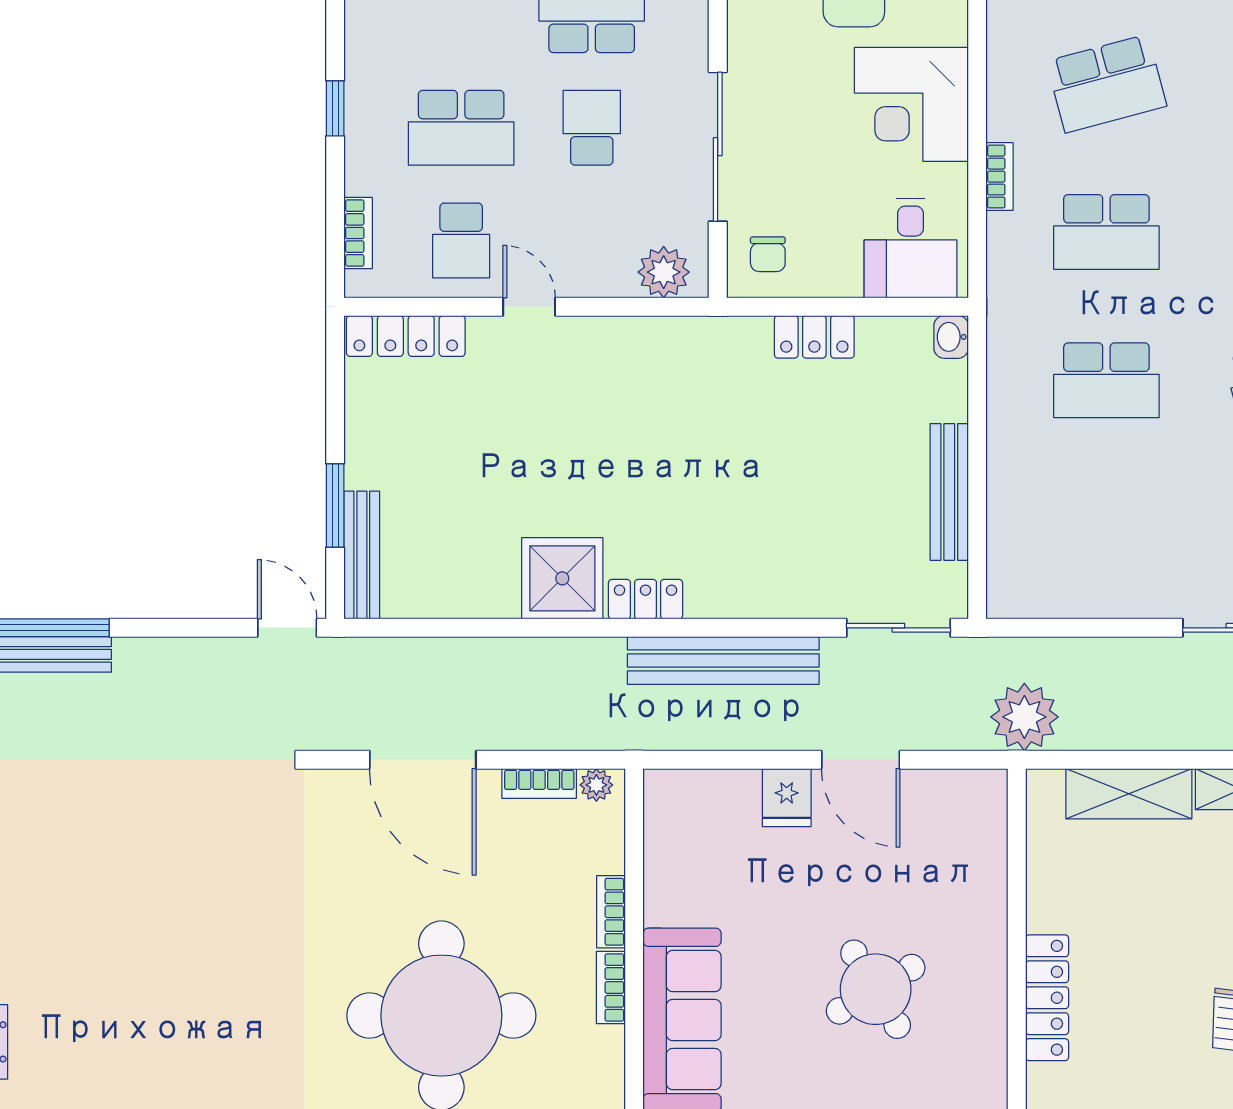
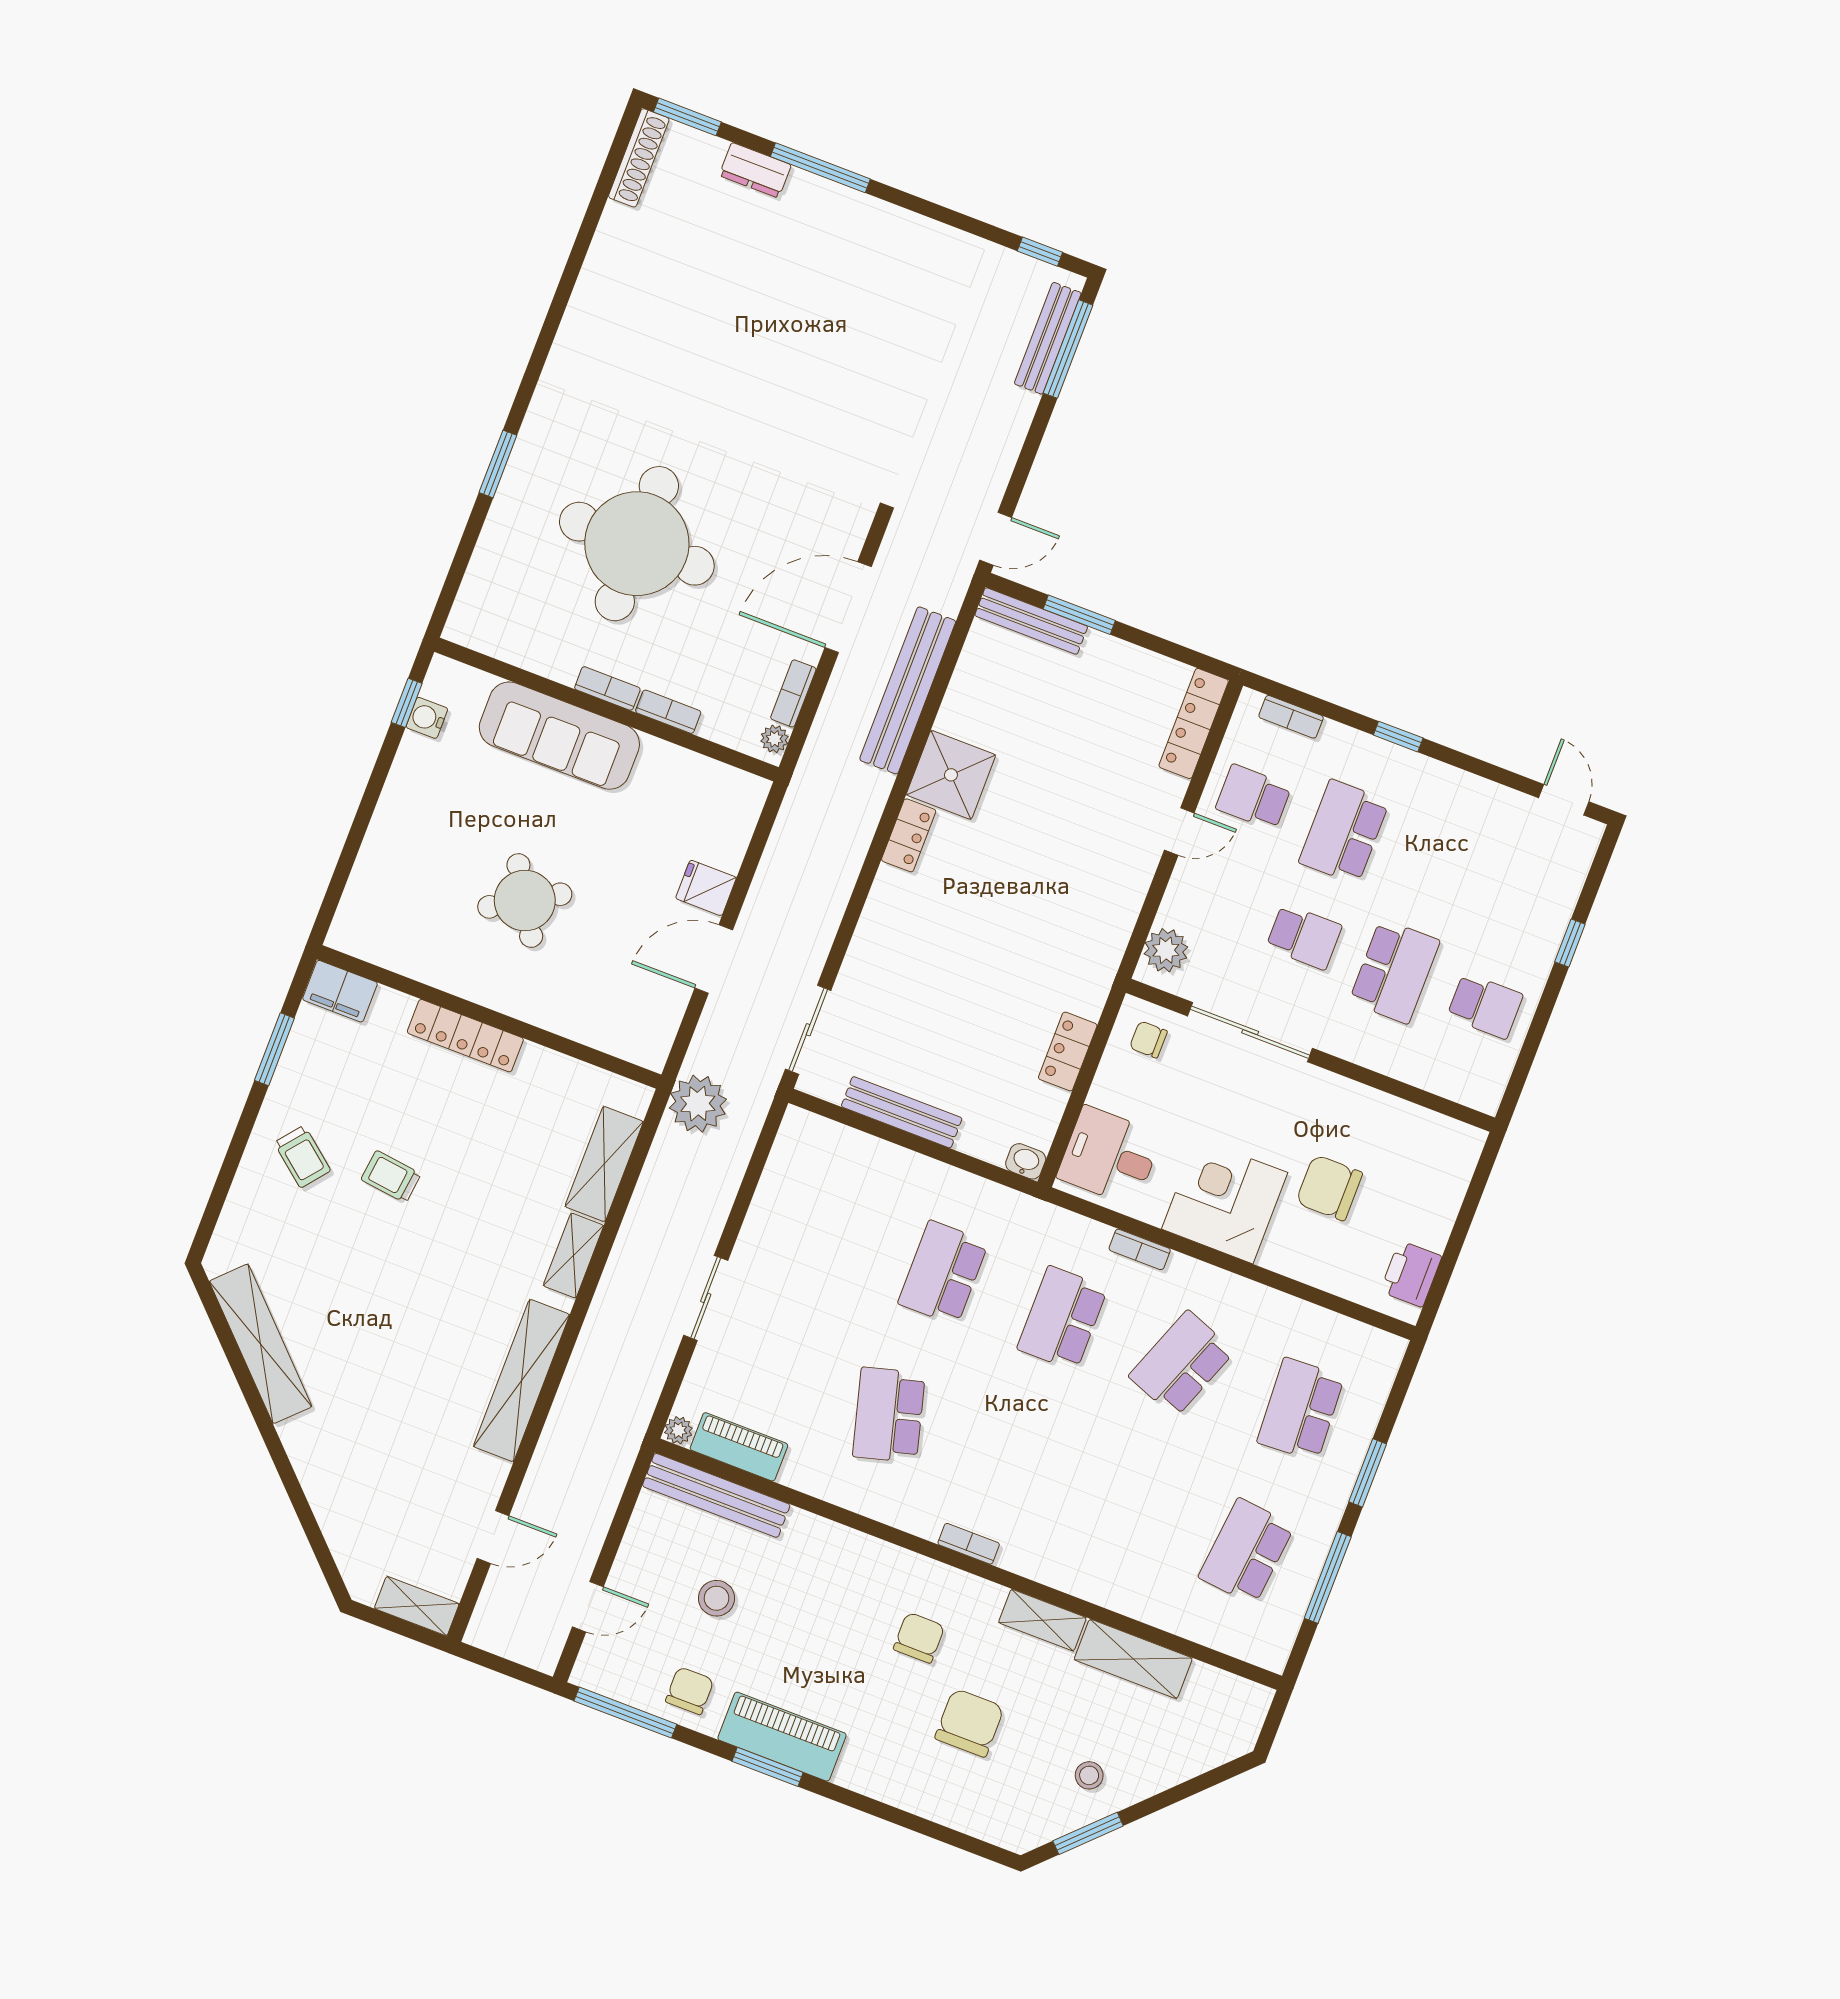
school desk: (1106, 84) -> (1181, 1364), turned 36
bench: (723, 660) -> (908, 690), moved

